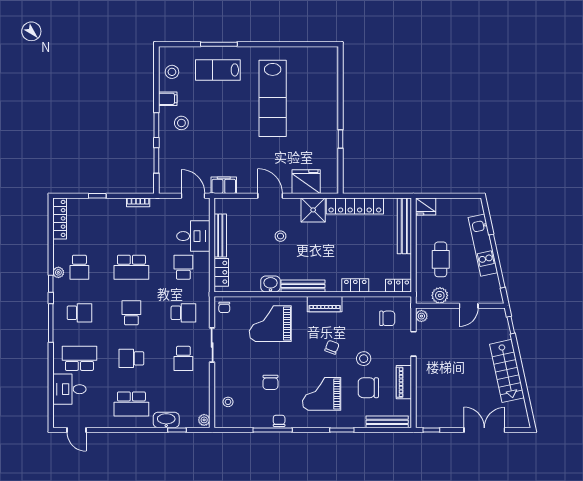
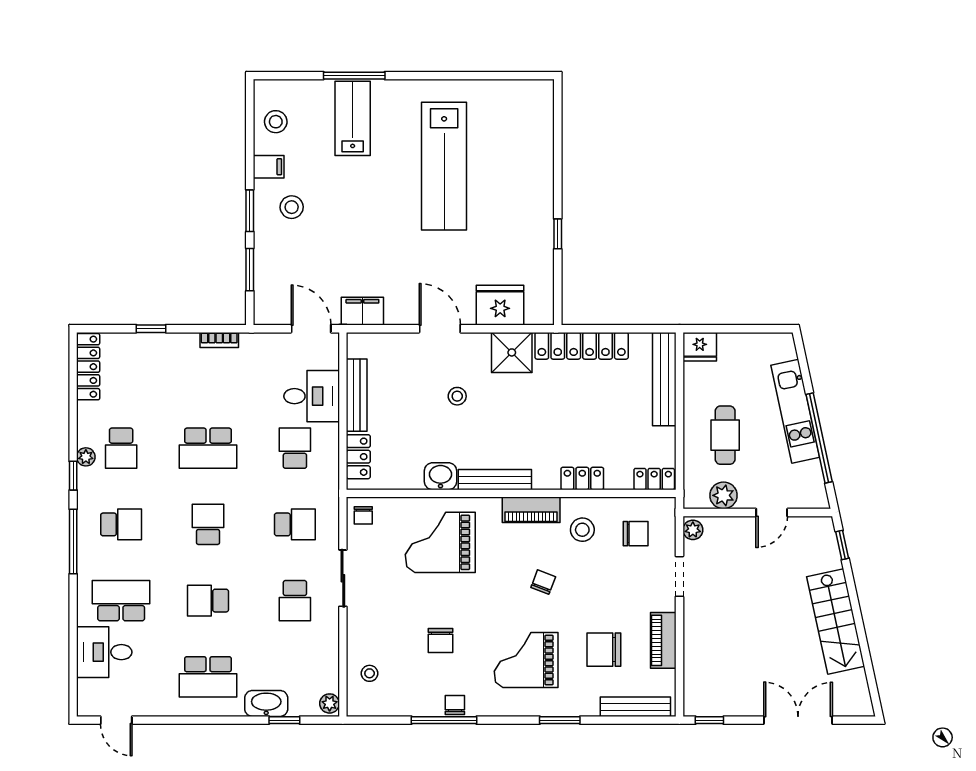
lab bench: (218, 70) -> (353, 118), turned 90
stool: (364, 359) -> (582, 530), moved

